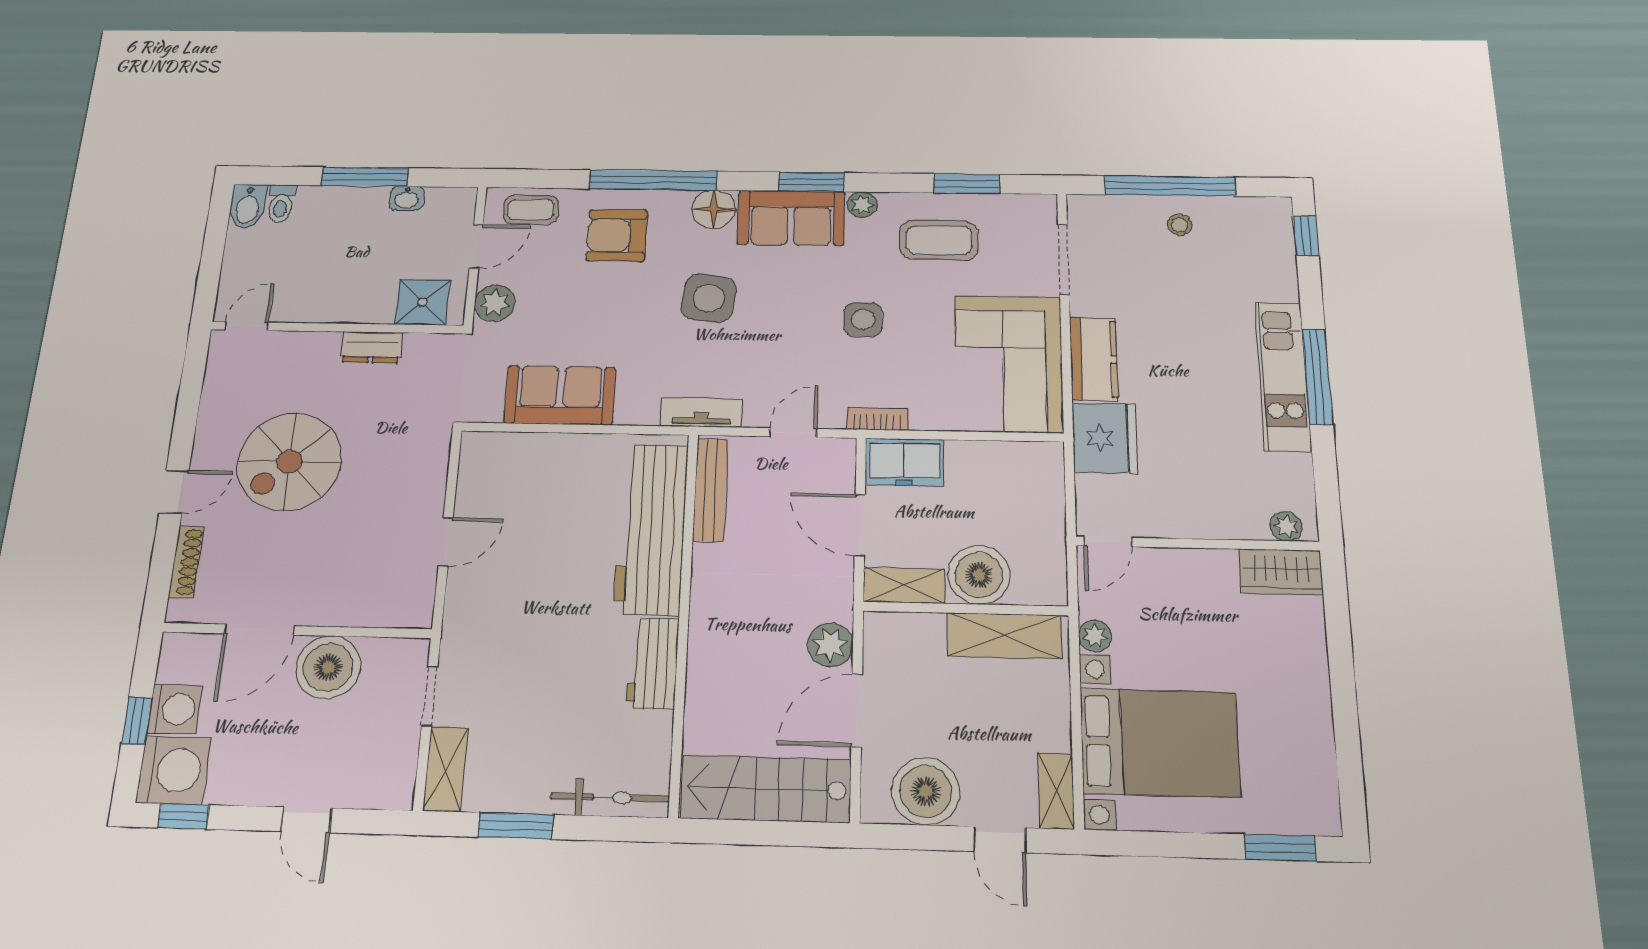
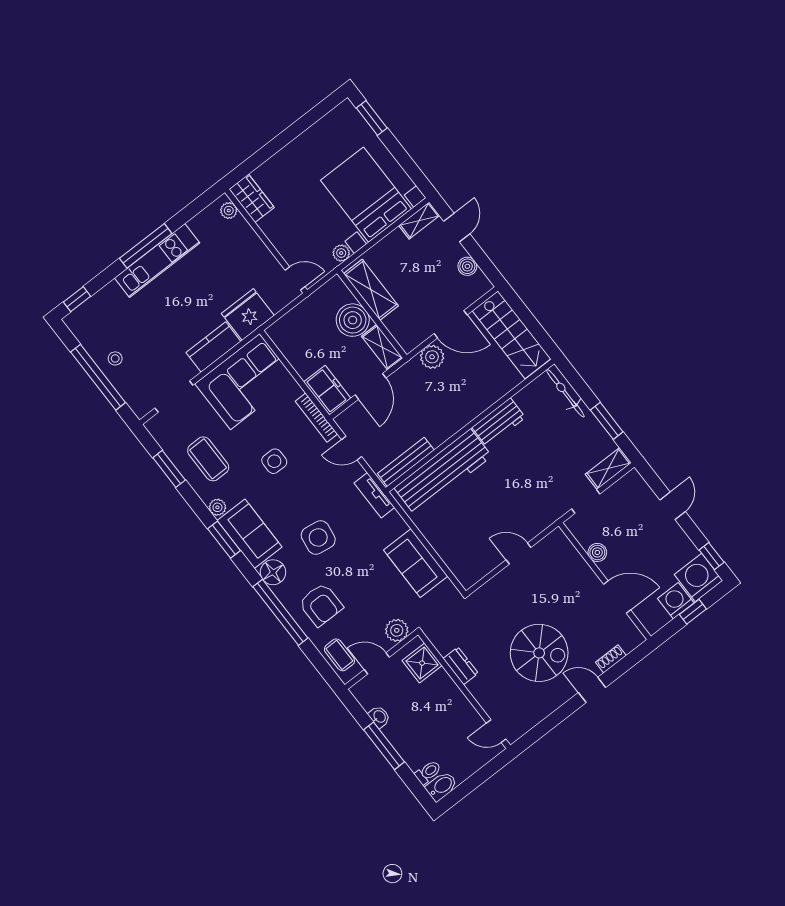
bookcase: (877, 419) -> (316, 418), width x1.56
shoe rack: (186, 562) -> (611, 659), width x0.70
boiler: (328, 667) -> (597, 552), width x0.54, depth x0.54
boiler: (926, 791) -> (467, 266), width x0.54, depth x0.54

